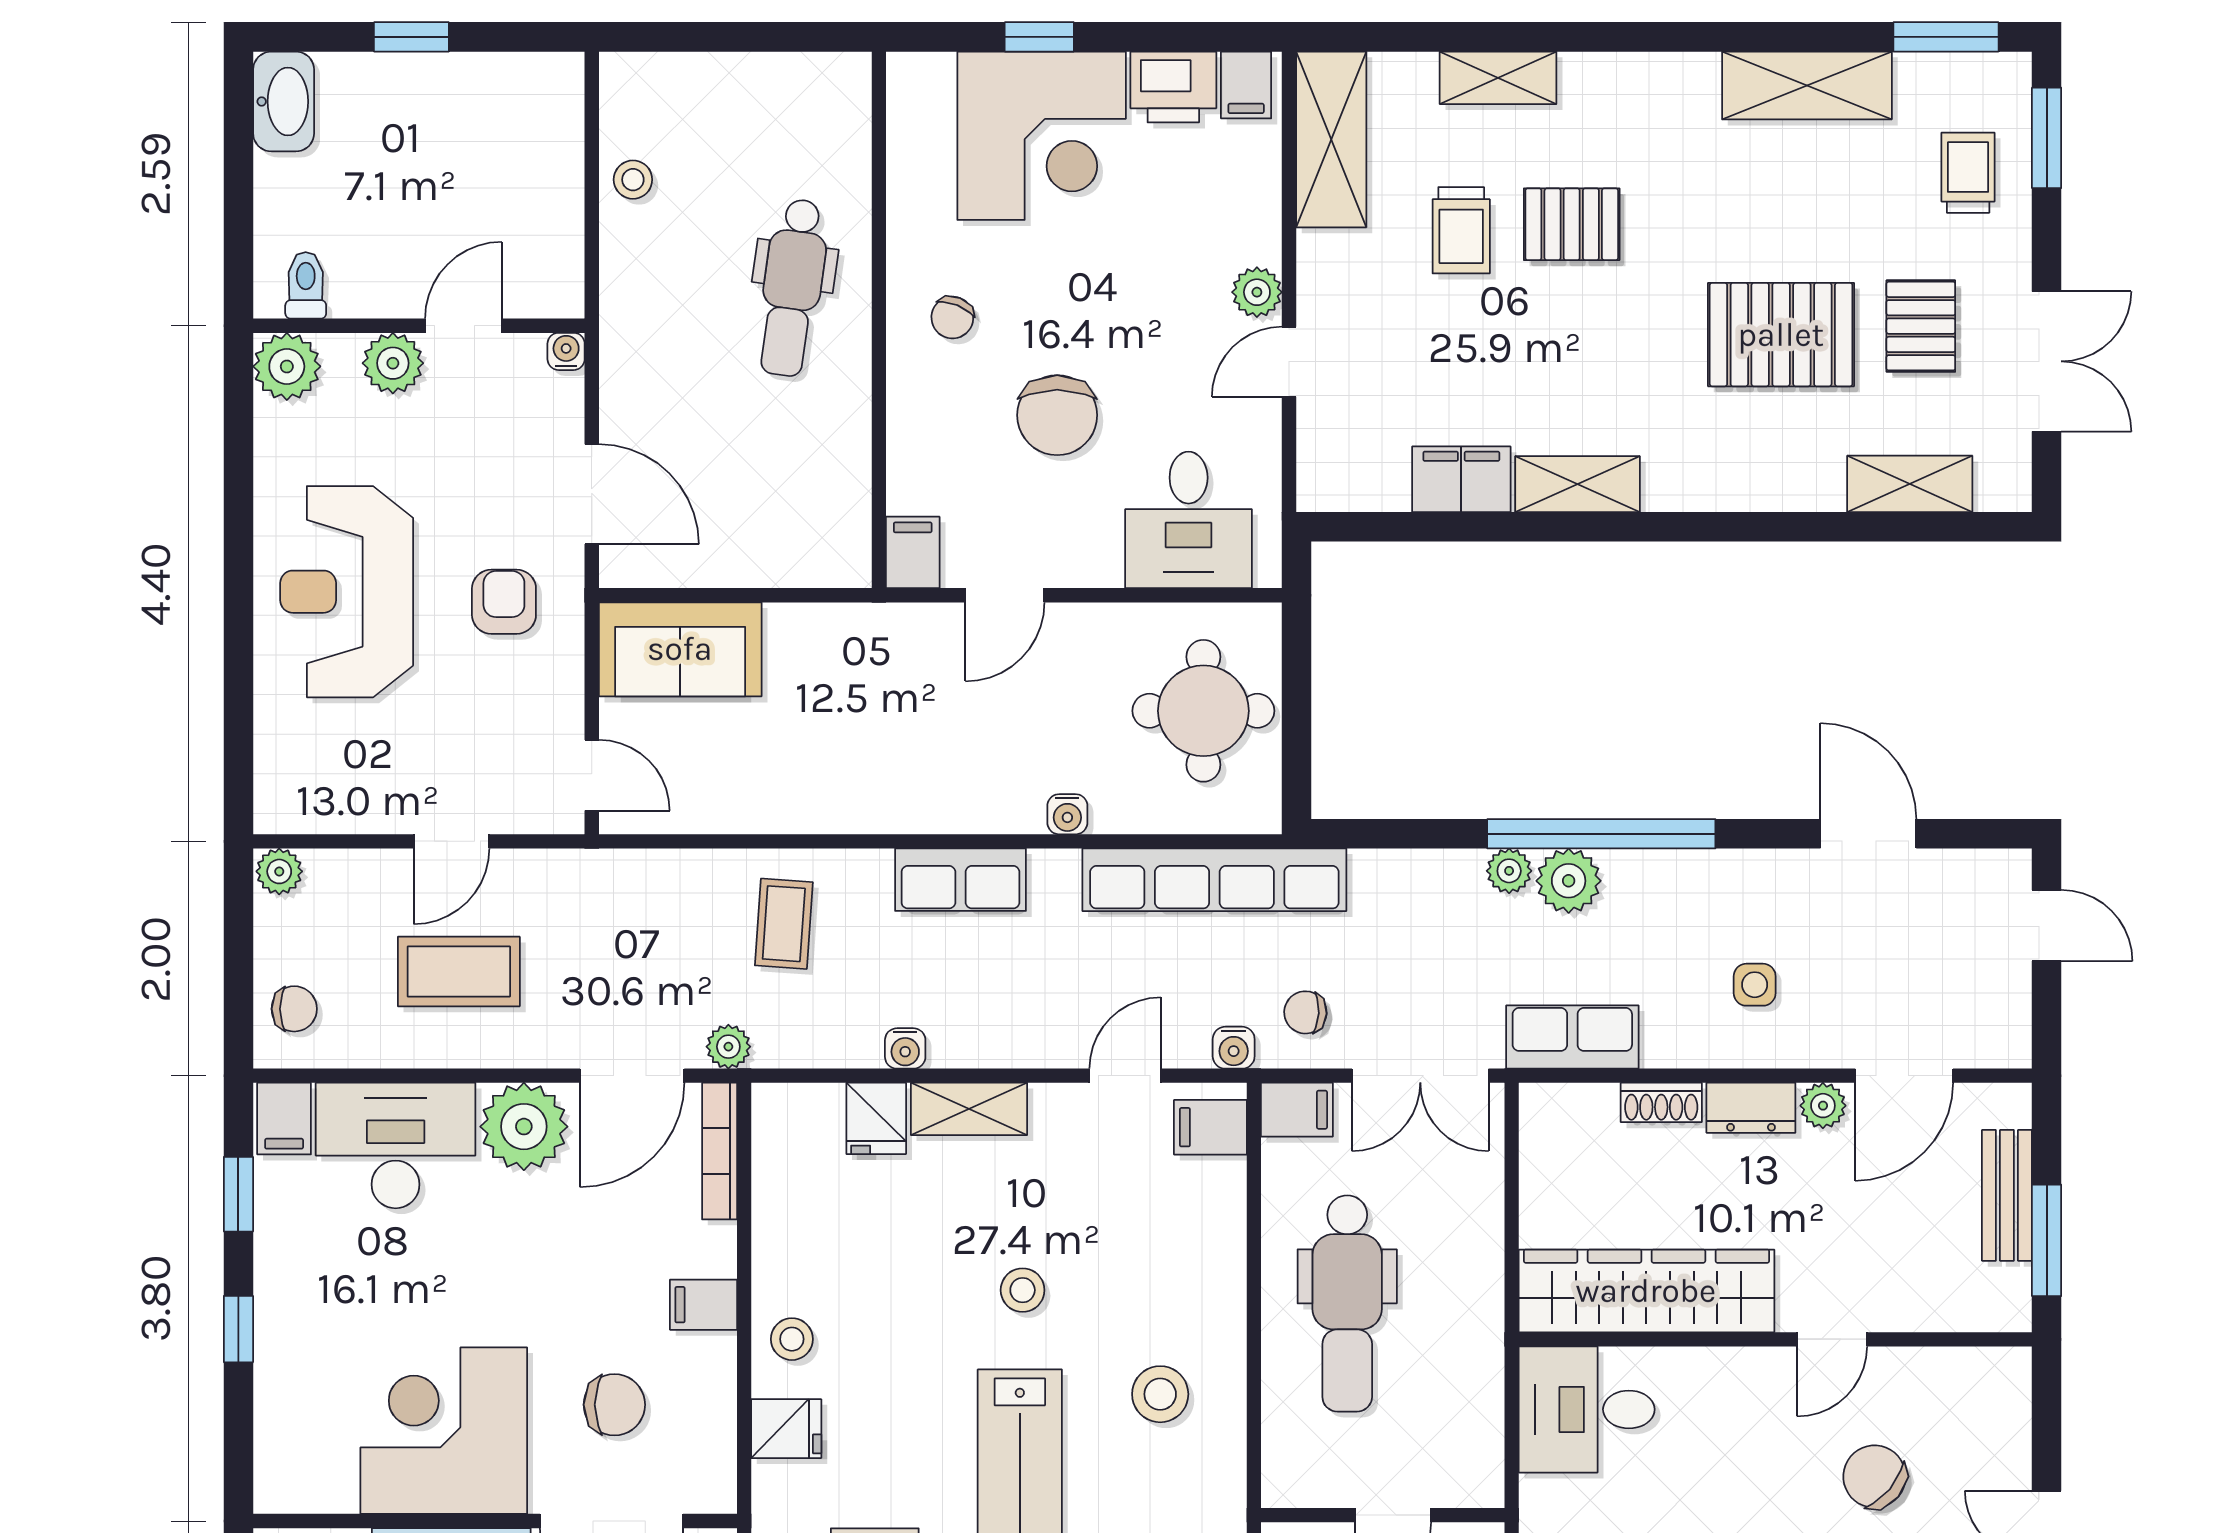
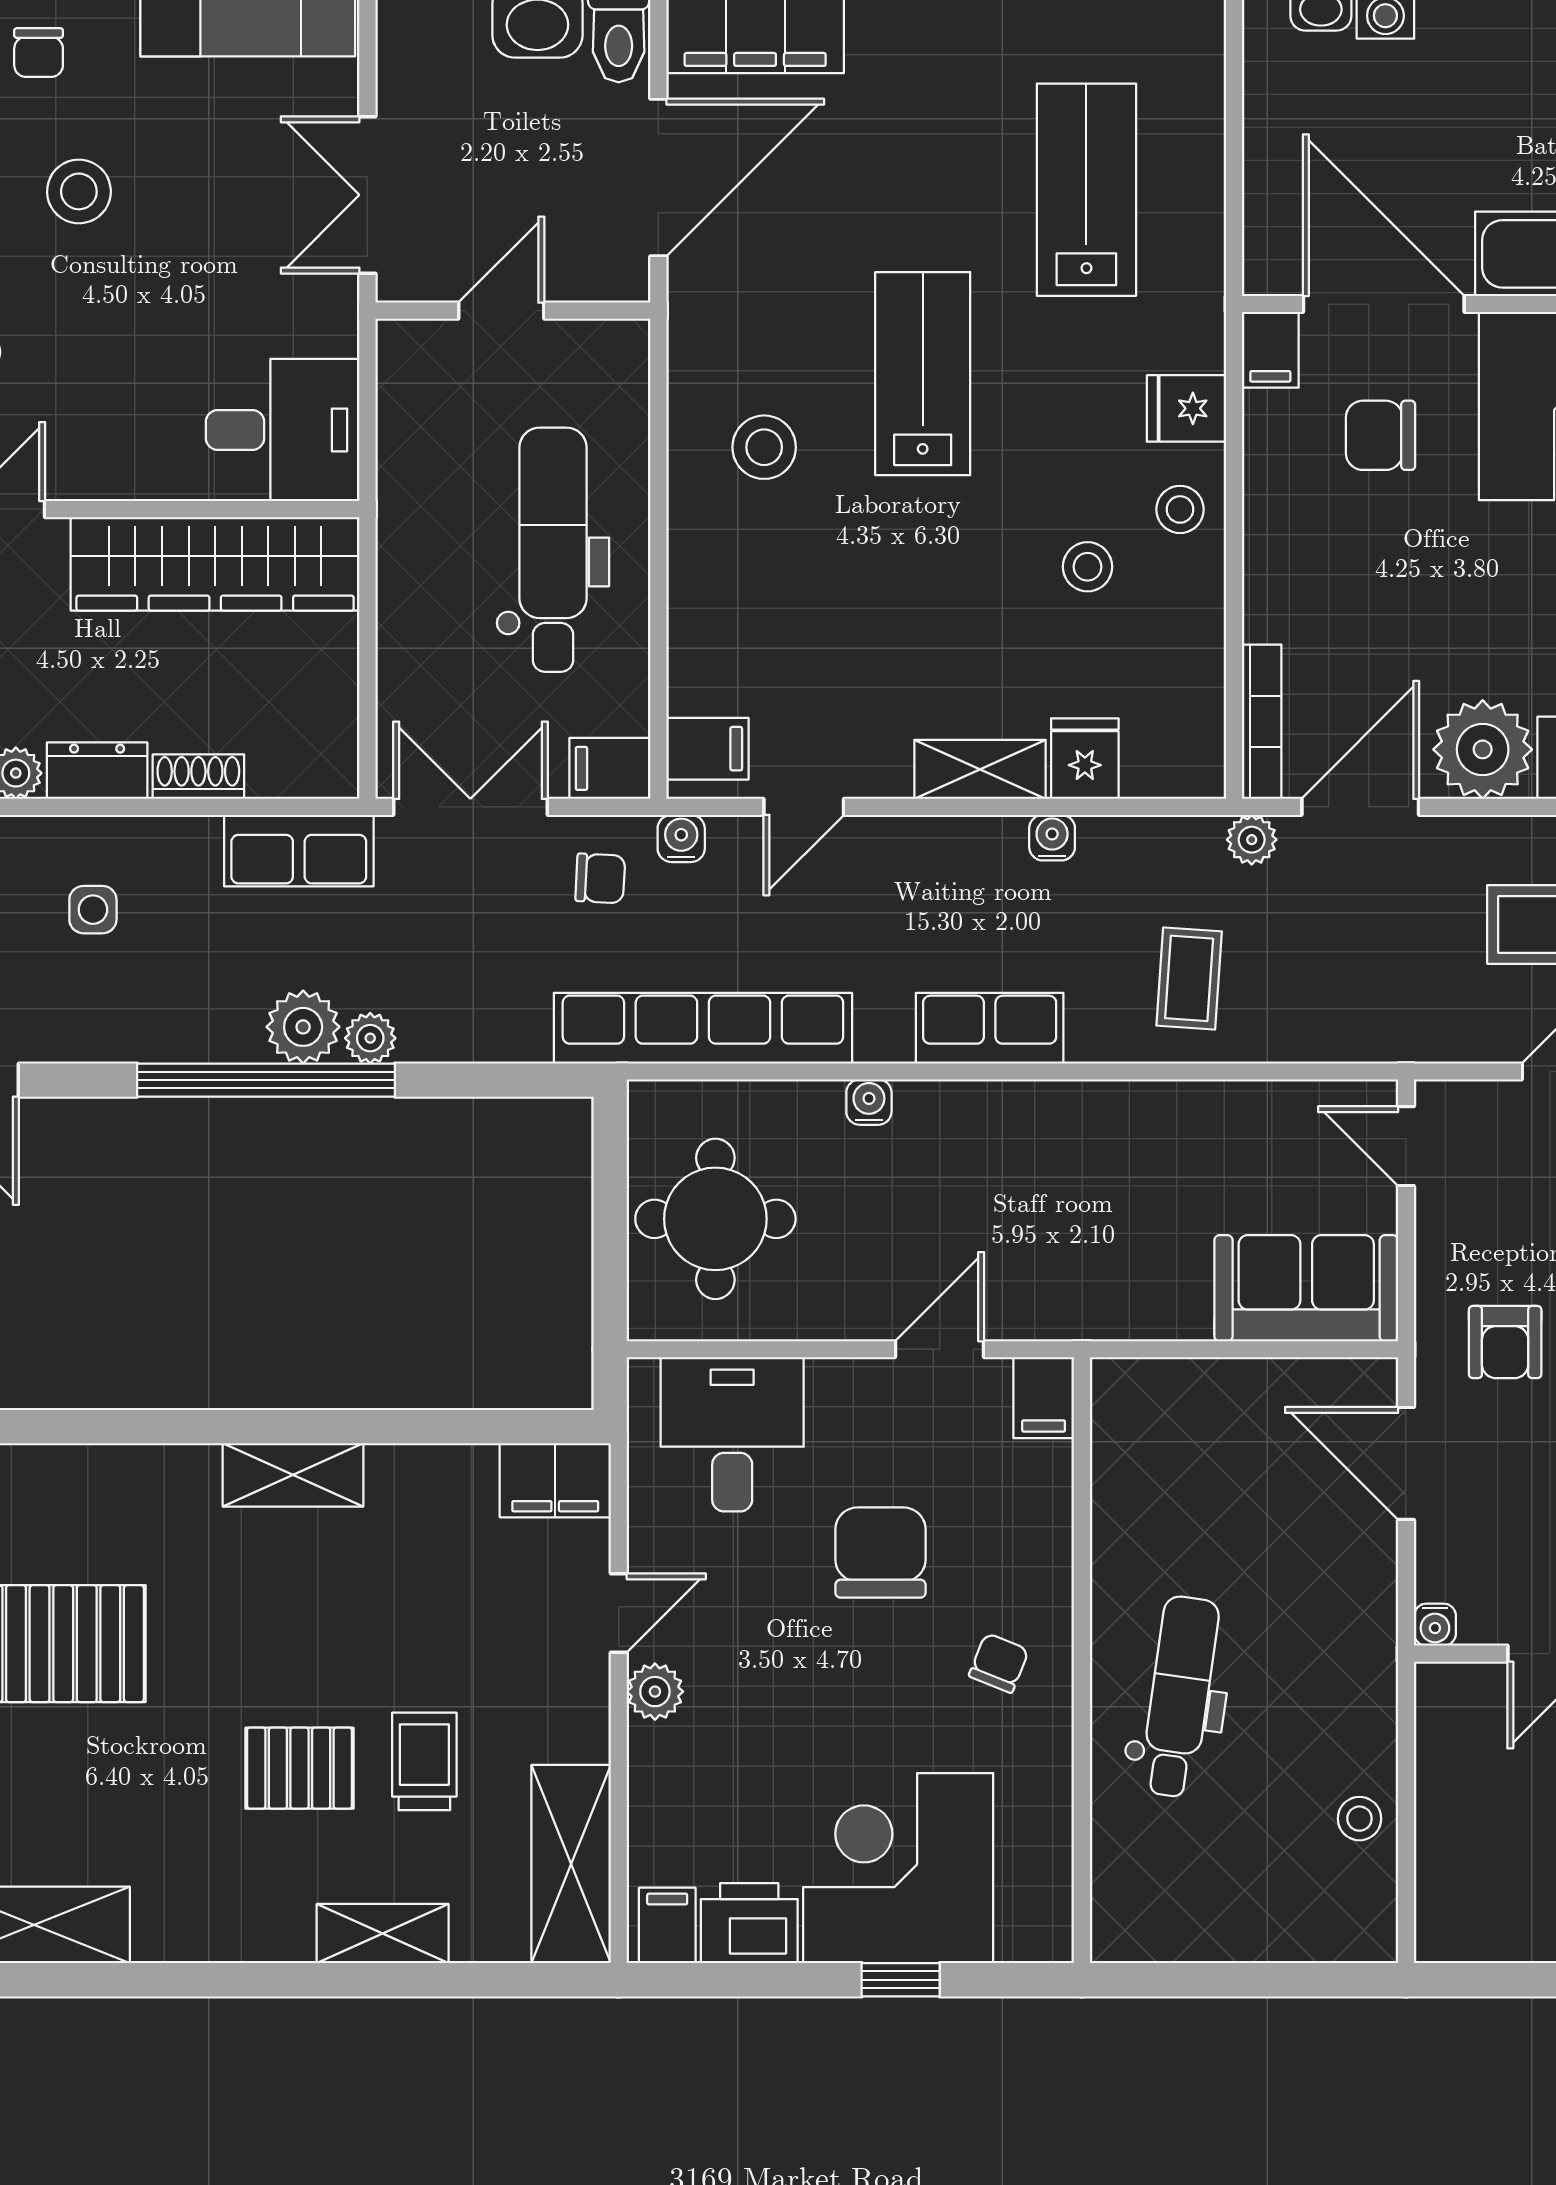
filing cabinet: (1461, 479) -> (555, 1480), moved
stool: (1023, 1290) -> (1088, 567), moved
filing cabinet: (704, 1305) -> (1270, 350), moved, turned 90

